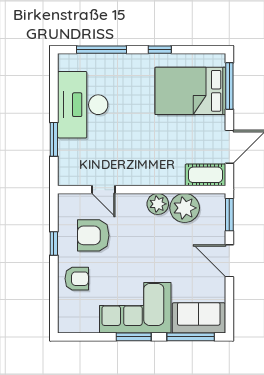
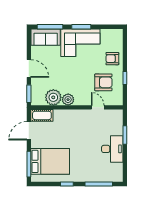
desk: (83, 105) -> (112, 149), width x0.73, depth x0.77

